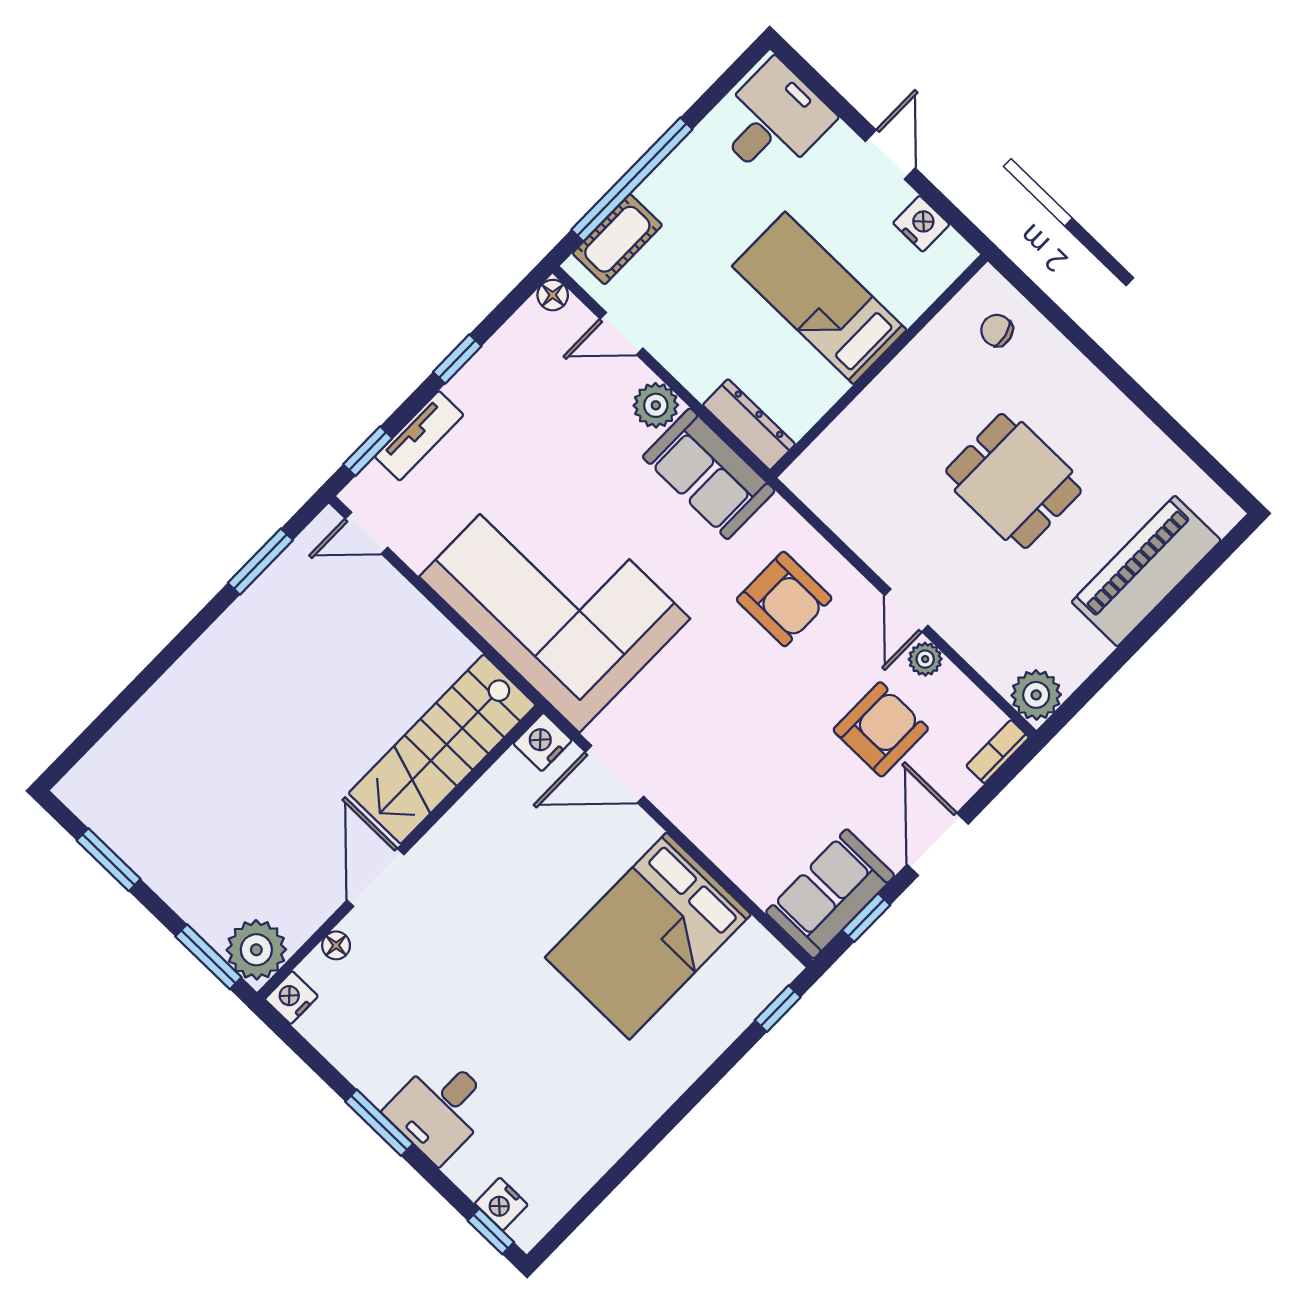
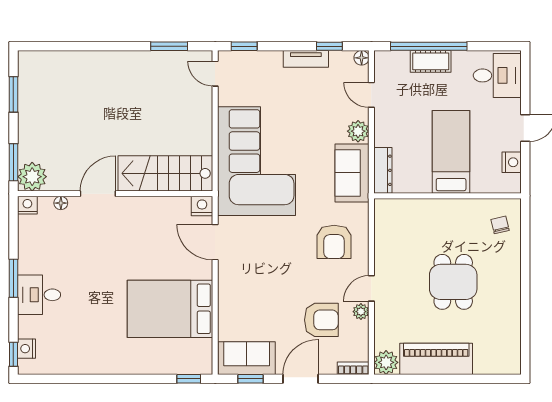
cot: (617, 239) -> (431, 61), moved
window: (457, 359) -> (329, 46), moved
tv unit: (419, 436) -> (306, 59), moved
piano: (1146, 571) -> (436, 359), moved

